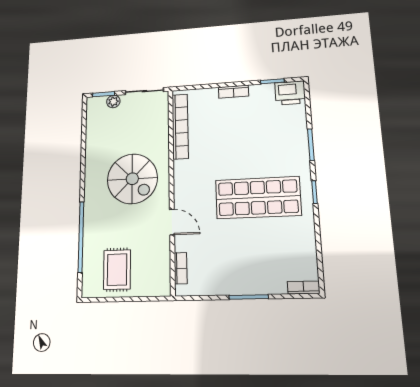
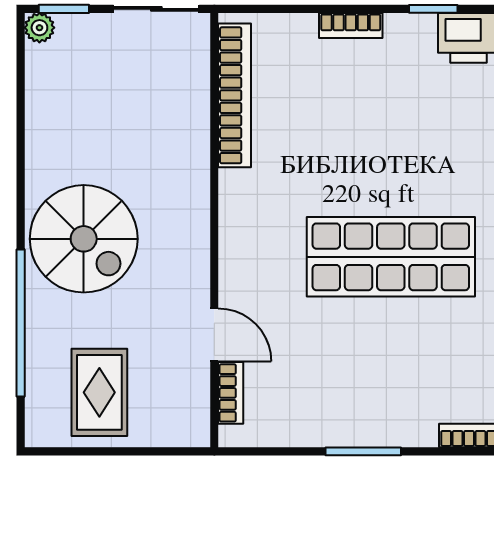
plant: (113, 101) -> (39, 28), moved
spiral stairs: (132, 179) -> (84, 239), moved
door: (172, 222) -> (214, 335), moved

